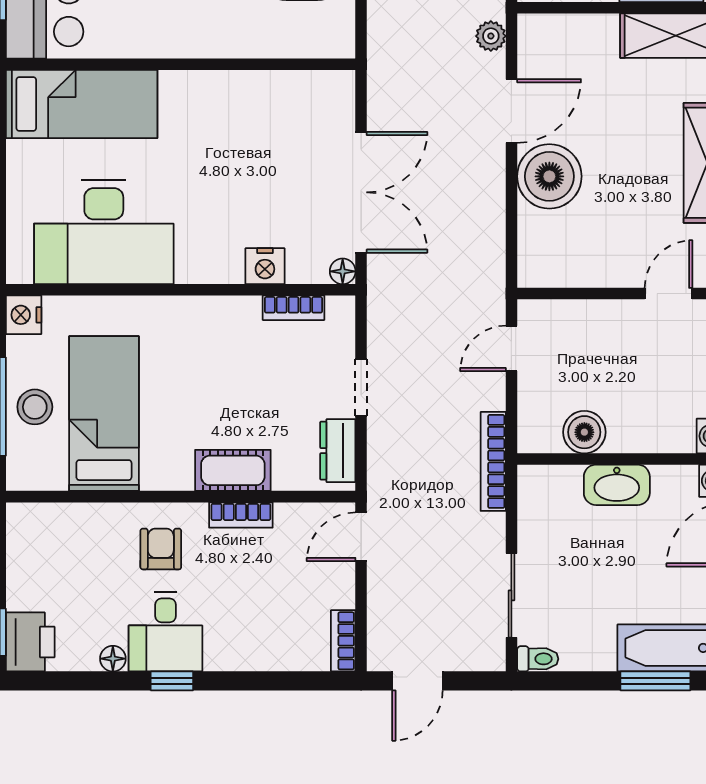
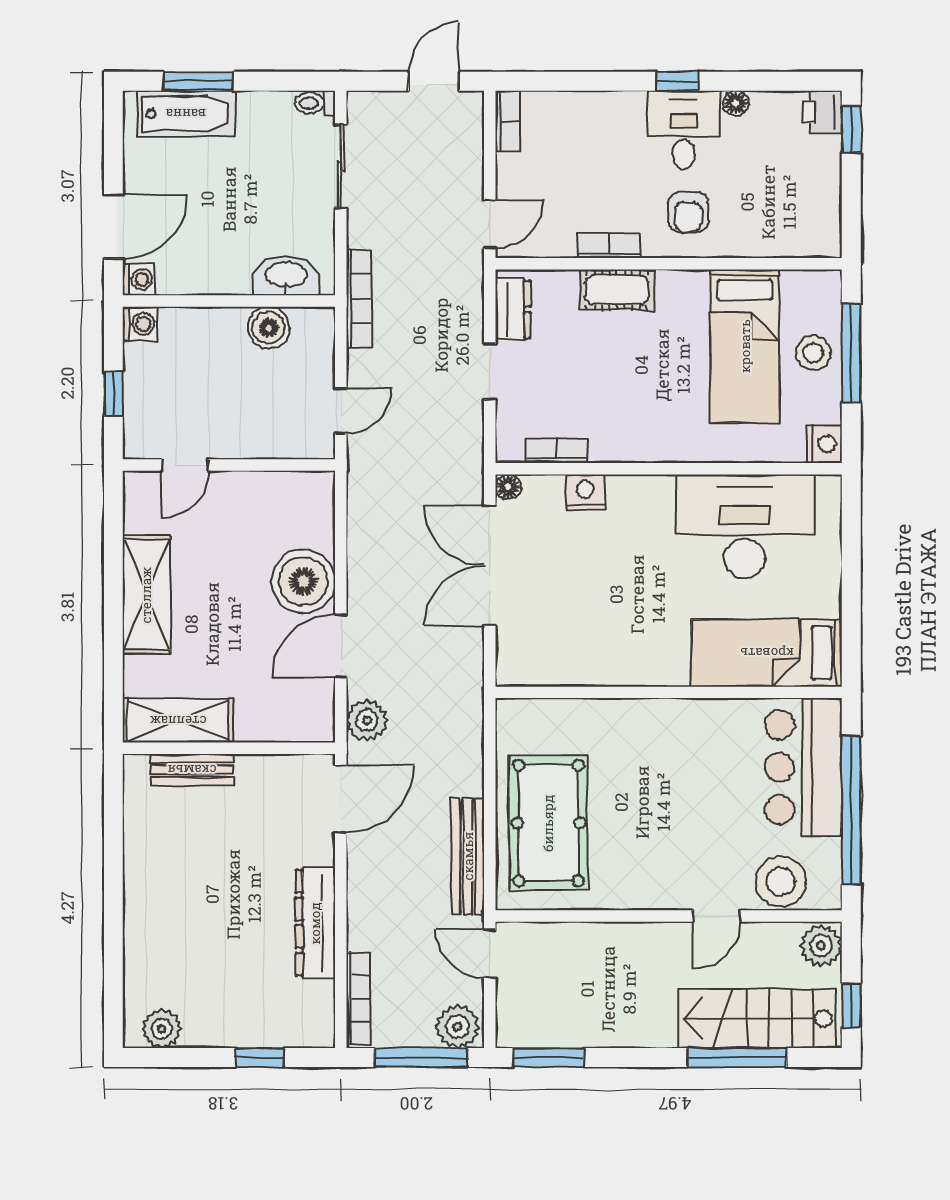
plant: (491, 36) -> (367, 720), width x1.38, depth x1.38
washbasin: (617, 485) -> (286, 275), moved
printer: (30, 642) -> (822, 112), width x0.73, depth x0.81

